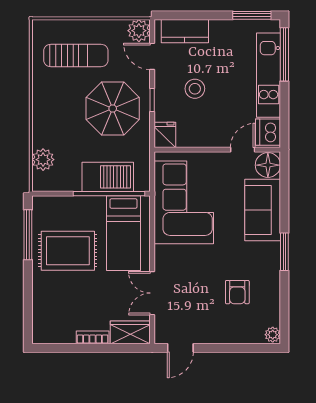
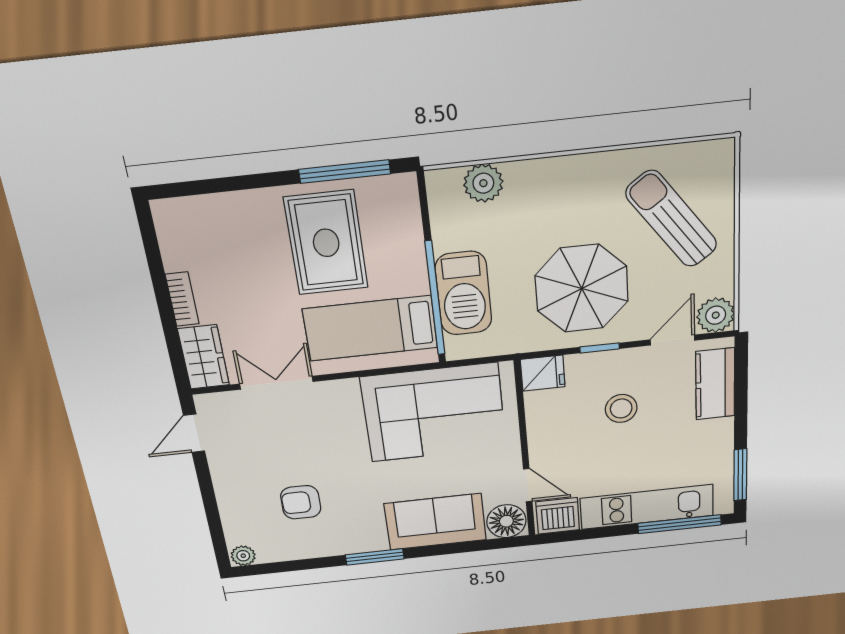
sun lounger: (76, 56) -> (671, 219), turned 144
door: (180, 348) -> (194, 433), hinge flipped

